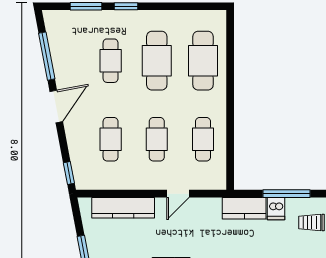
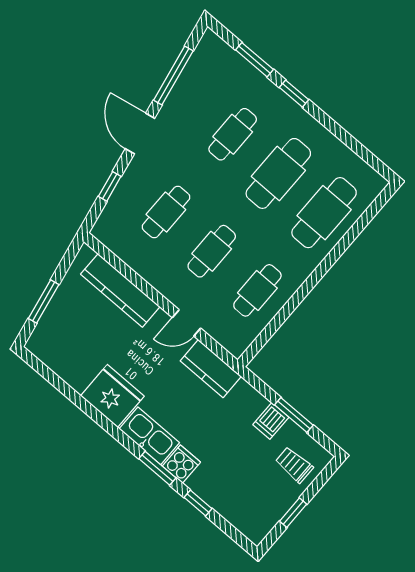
door: (56, 106) -> (140, 134), swing flipped
window: (69, 173) -> (110, 186), moved
window: (287, 194) -> (294, 415), width x0.69
kitchen counter: (244, 208) -> (211, 369), moved

